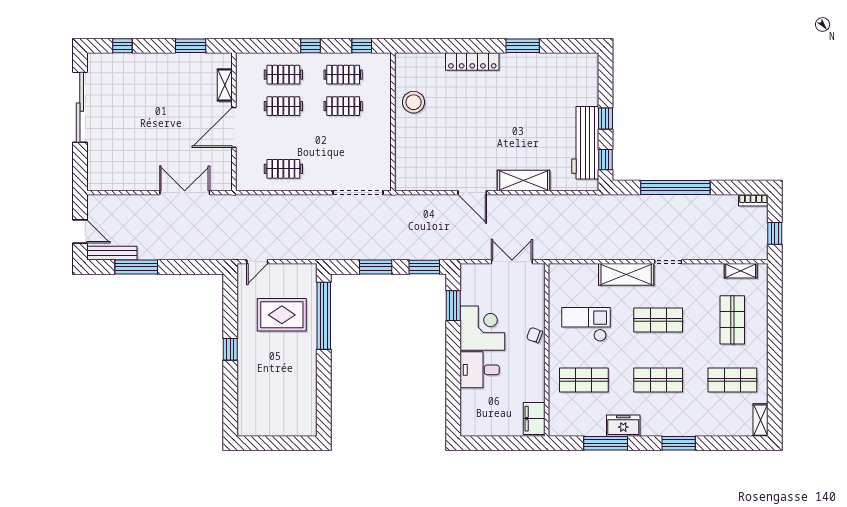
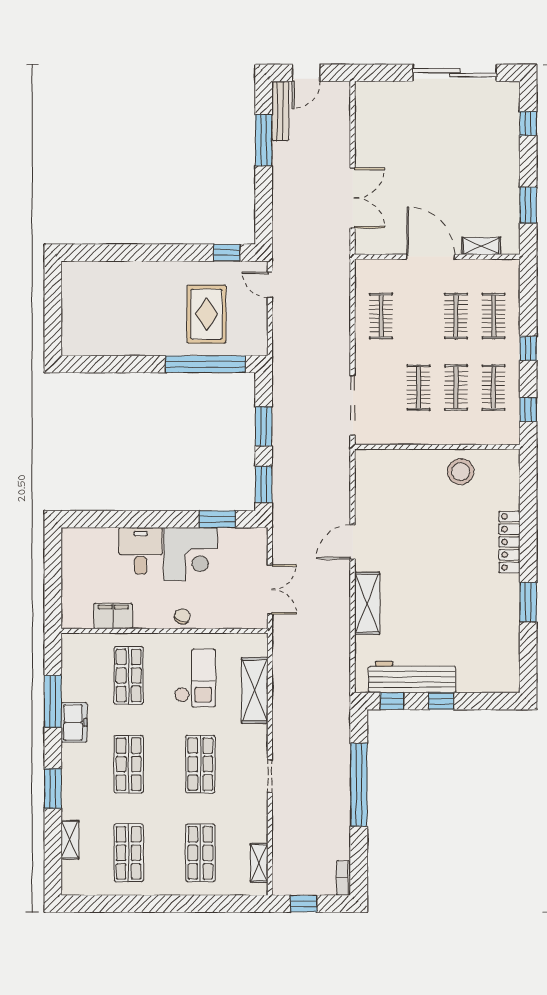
clothes rail: (343, 137) -> (419, 388), added
shelving: (626, 274) -> (255, 690), moved
shop shelf: (732, 320) -> (200, 853), turned 90
window: (230, 349) -> (227, 253), moved
filing cabinet: (534, 419) -> (113, 616), moved
shelving: (761, 420) -> (70, 840), moved, turned 90

